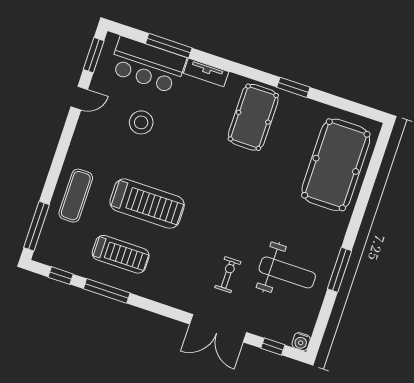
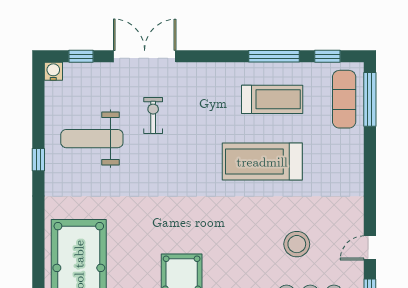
exercise mat: (76, 196) -> (344, 99), moved
treadmill: (121, 254) -> (272, 99), turned 180
window: (340, 270) -> (38, 160), width x0.46
exercise bike: (228, 275) -> (153, 116), turned 180

